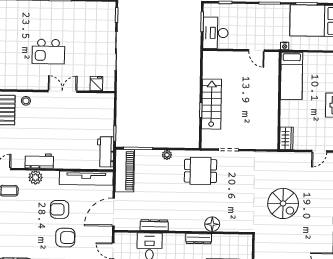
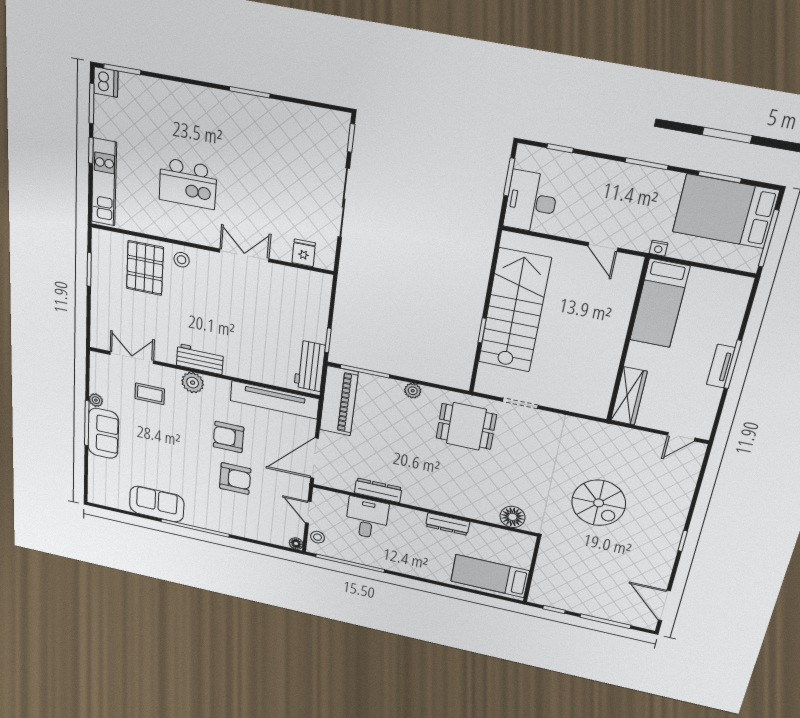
kitchen island: (48, 52) -> (188, 183), moved
stairs: (211, 104) -> (514, 311), width x1.36, depth x1.51
wardrobe: (286, 138) -> (629, 396), width x1.50
floor lamp: (212, 224) -> (512, 517), moved

